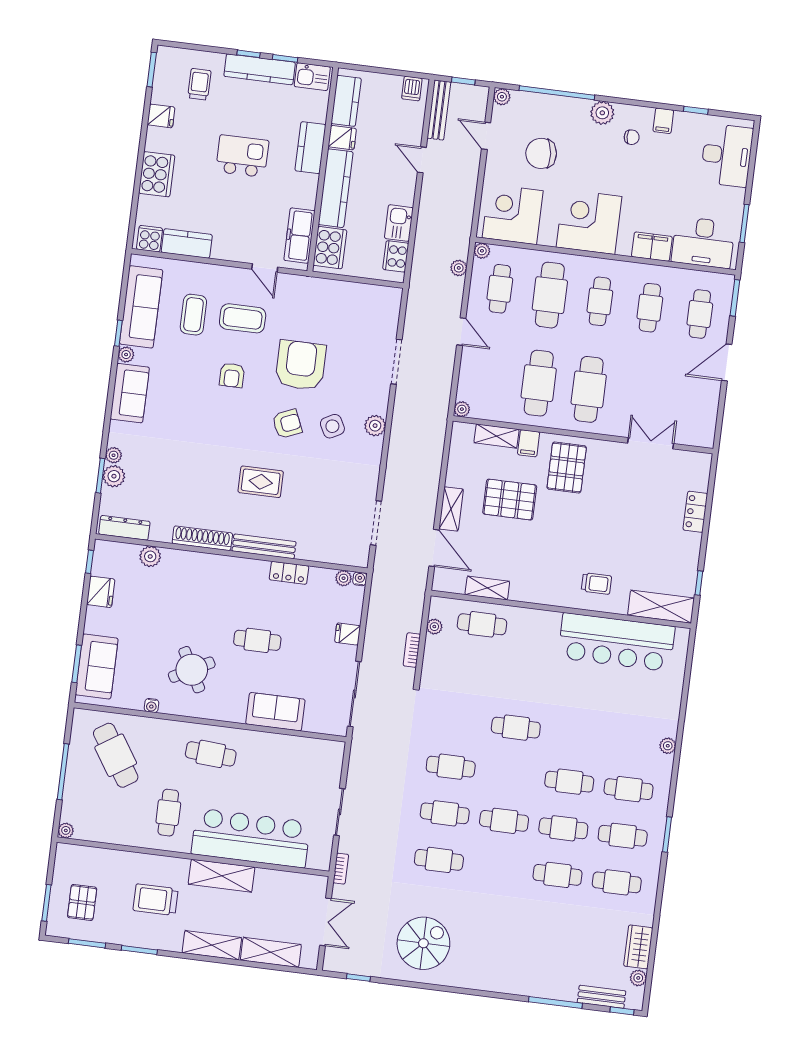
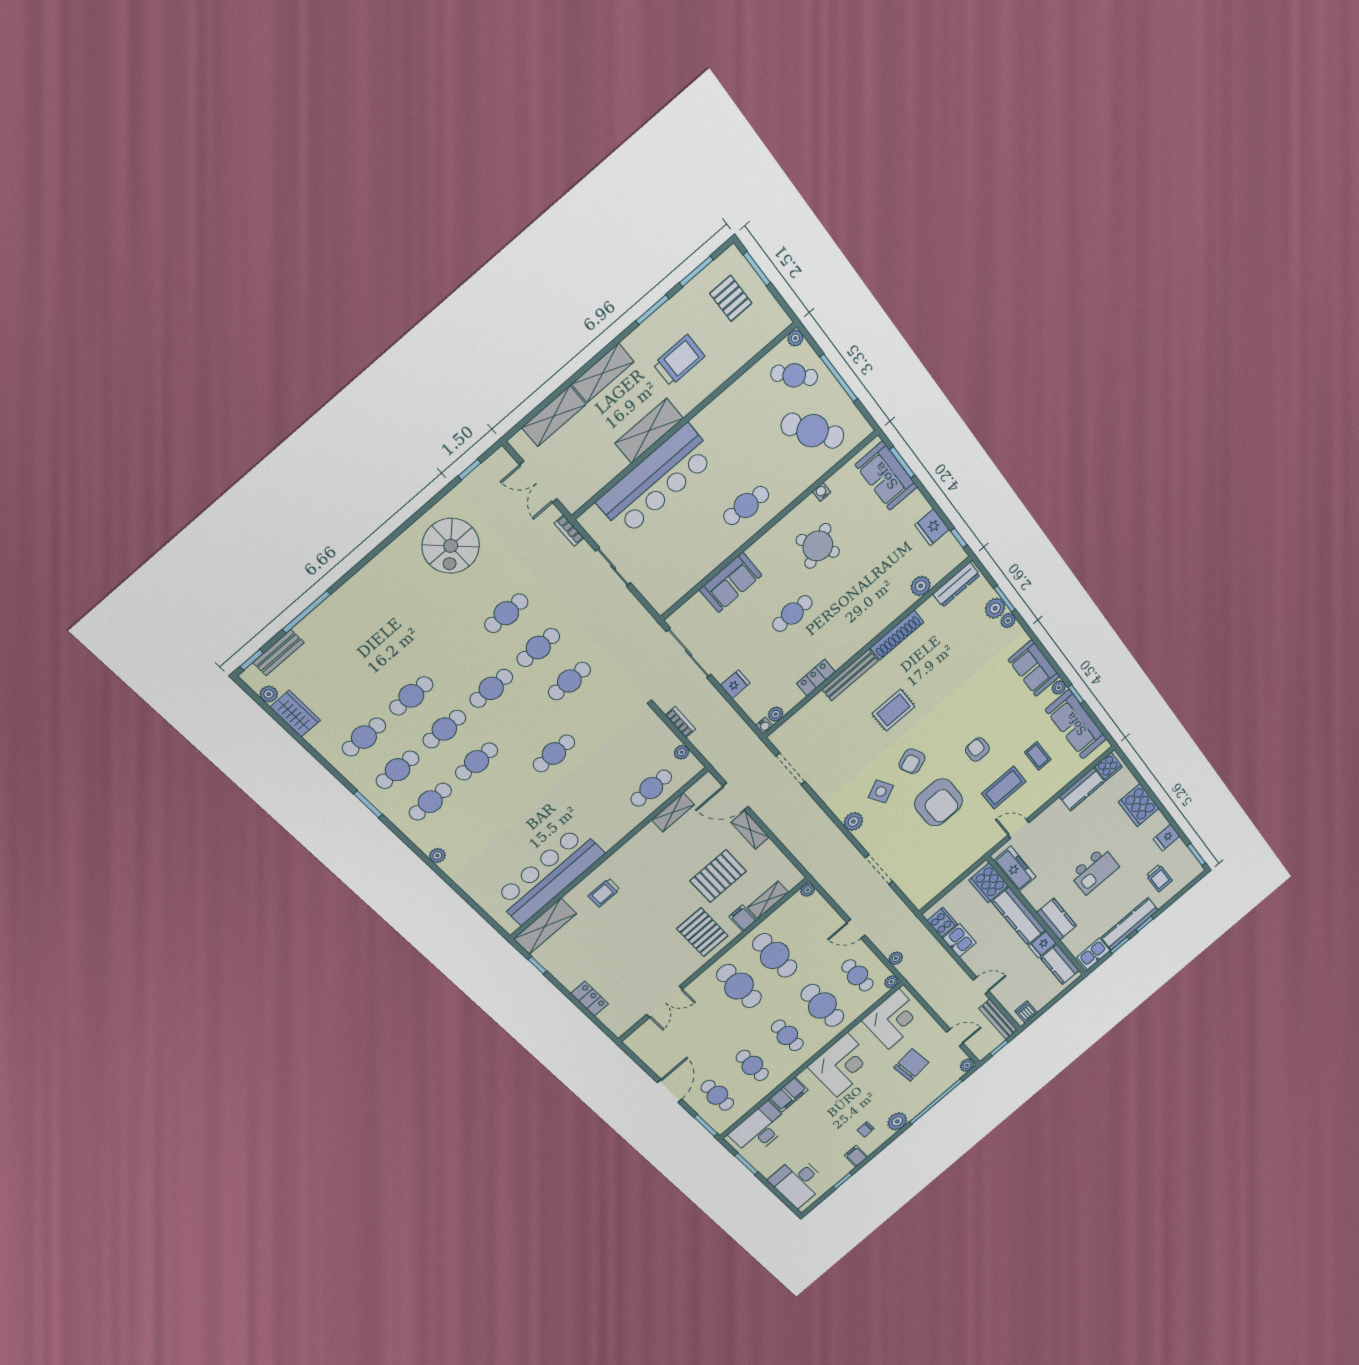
coffee table: (193, 315) -> (1038, 756), width x0.73, depth x0.77
cafe table: (168, 813) -> (794, 375), moved, turned -42

